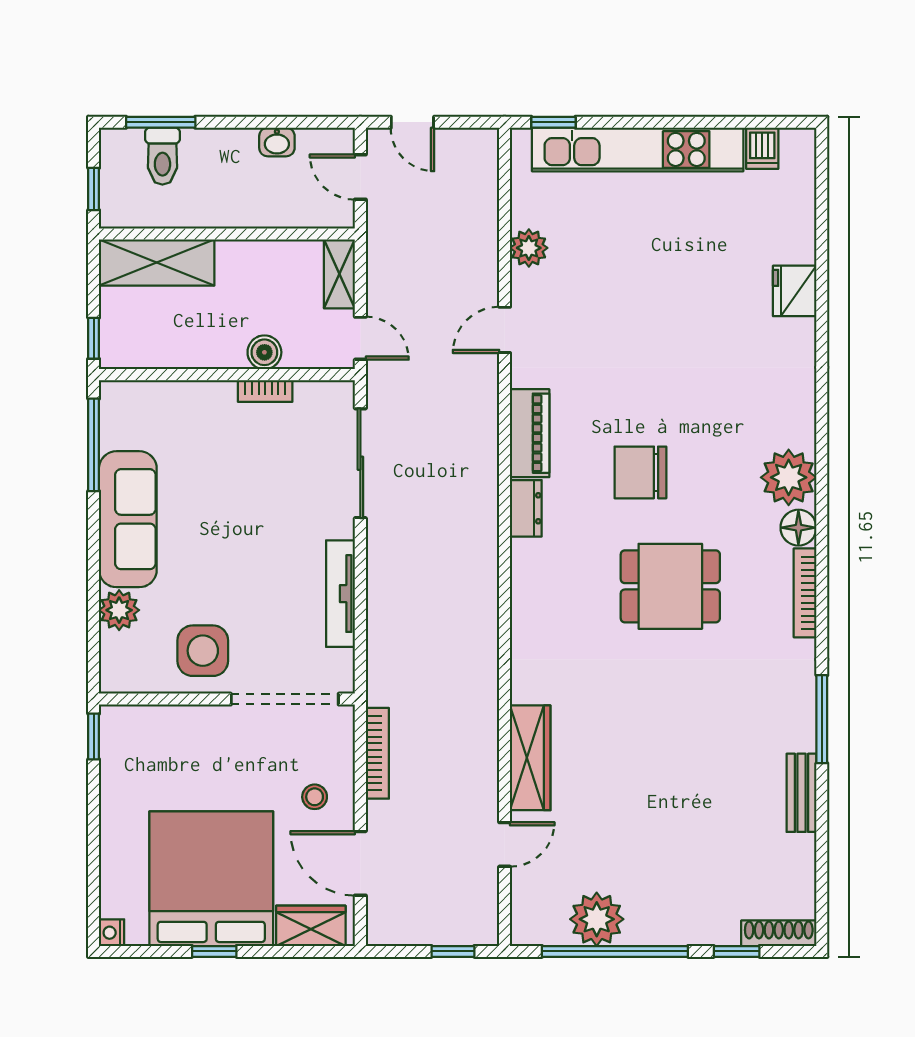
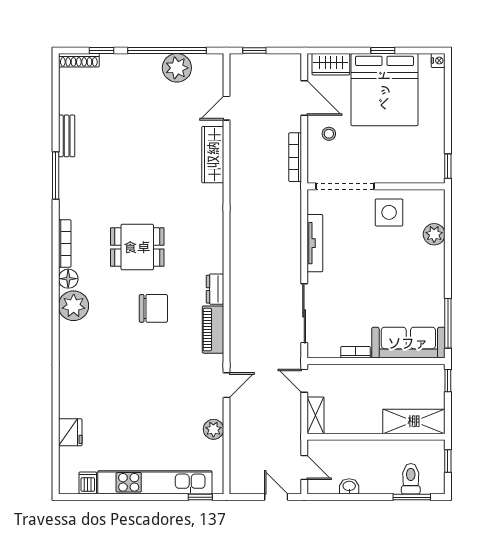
fridge: (795, 291) -> (70, 432), moved
boiler: (264, 352) -> (356, 373), removed
sofa: (128, 519) -> (408, 343), moved, turned 90

